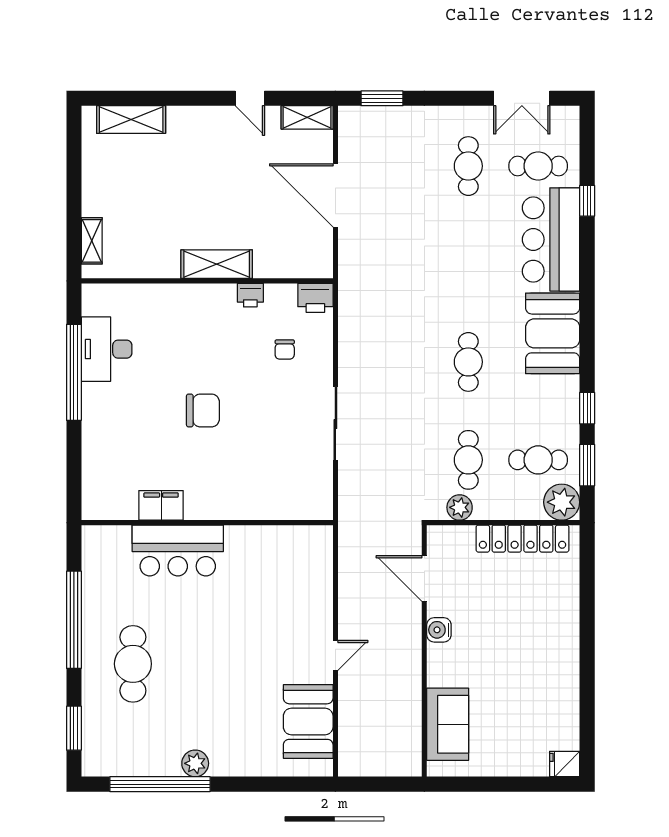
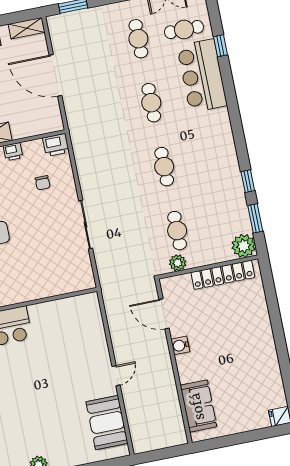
booth: (553, 333) -> (215, 137), removed
cafe table: (538, 460) -> (151, 103), moved, turned 90

